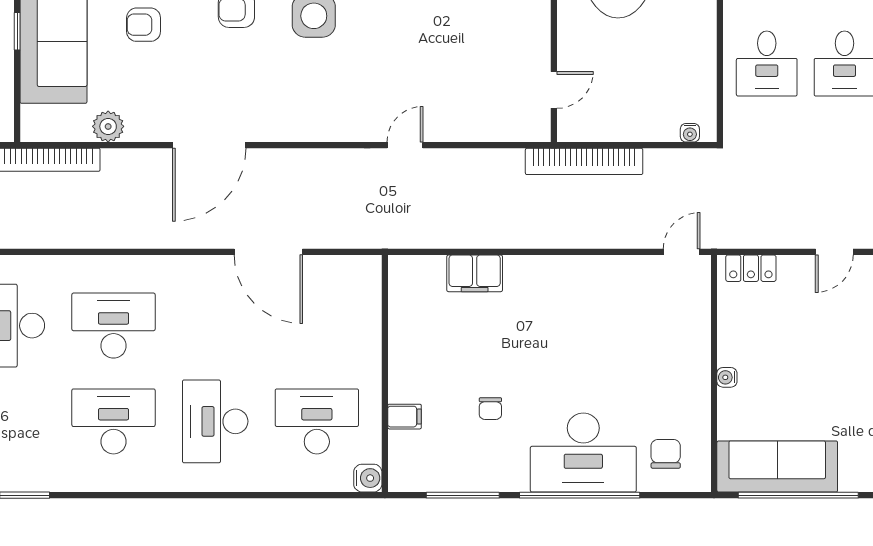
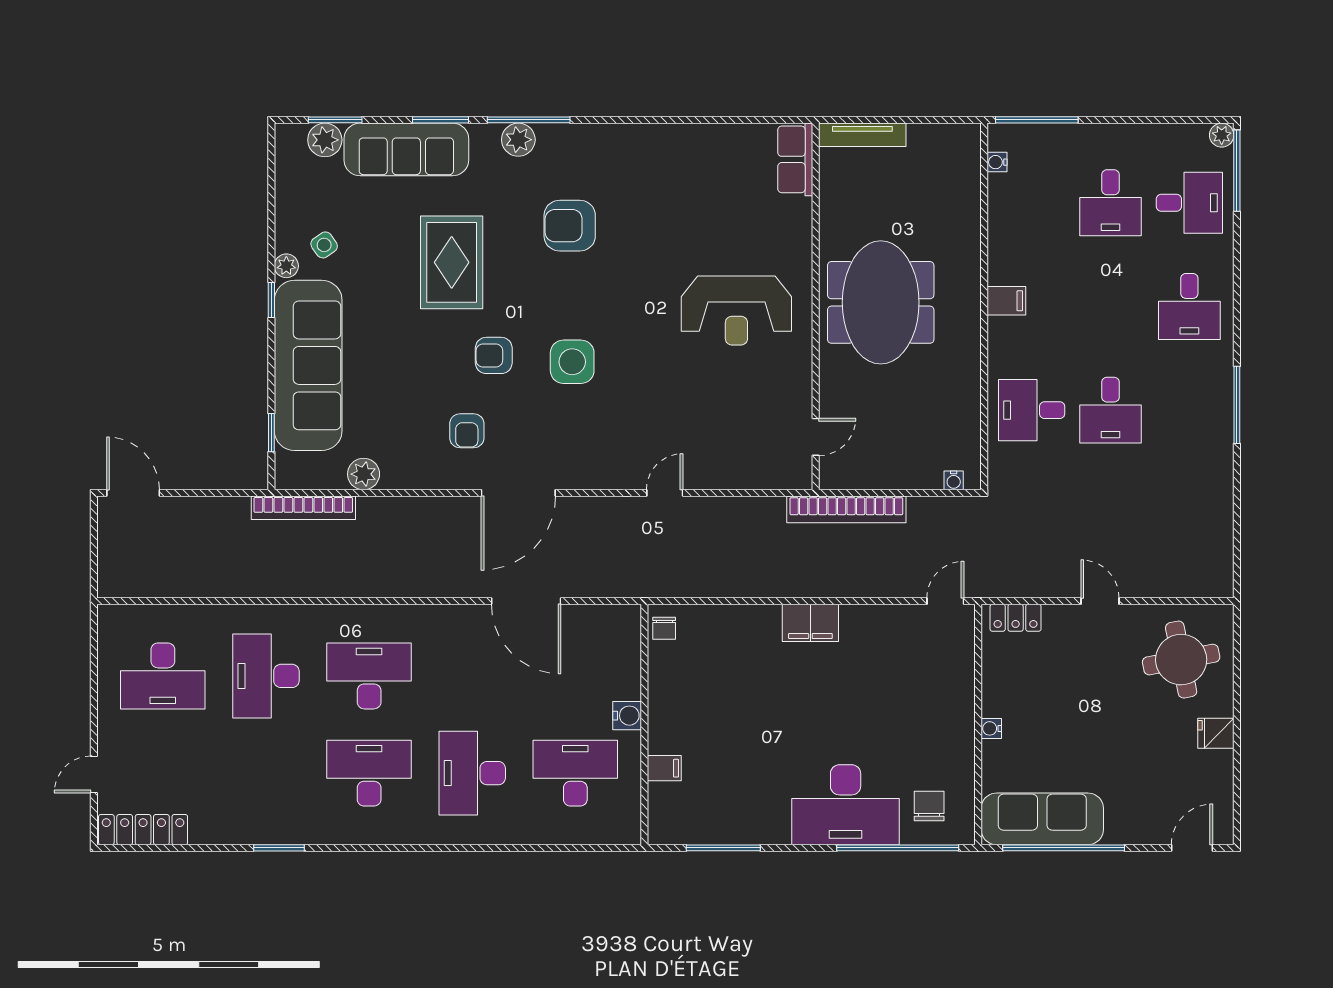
armchair: (144, 25) -> (467, 431), moved, turned -90
window: (17, 31) -> (271, 433), moved
desk: (767, 63) -> (1032, 410), turned 90
door: (209, 145) -> (518, 493), moved
door: (834, 252) -> (1100, 601), swing flipped
filing cabinet: (475, 273) -> (810, 623), moved
chair: (490, 409) -> (664, 628), moved
water cooler: (368, 478) -> (627, 716), moved
window: (580, 495) -> (898, 848), moved

